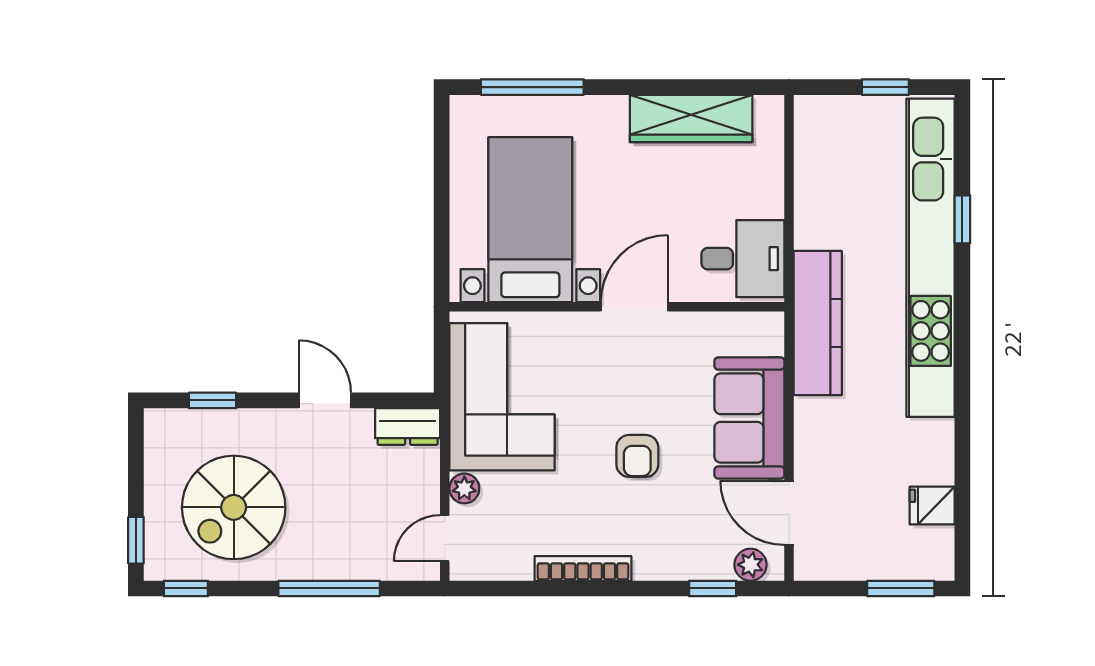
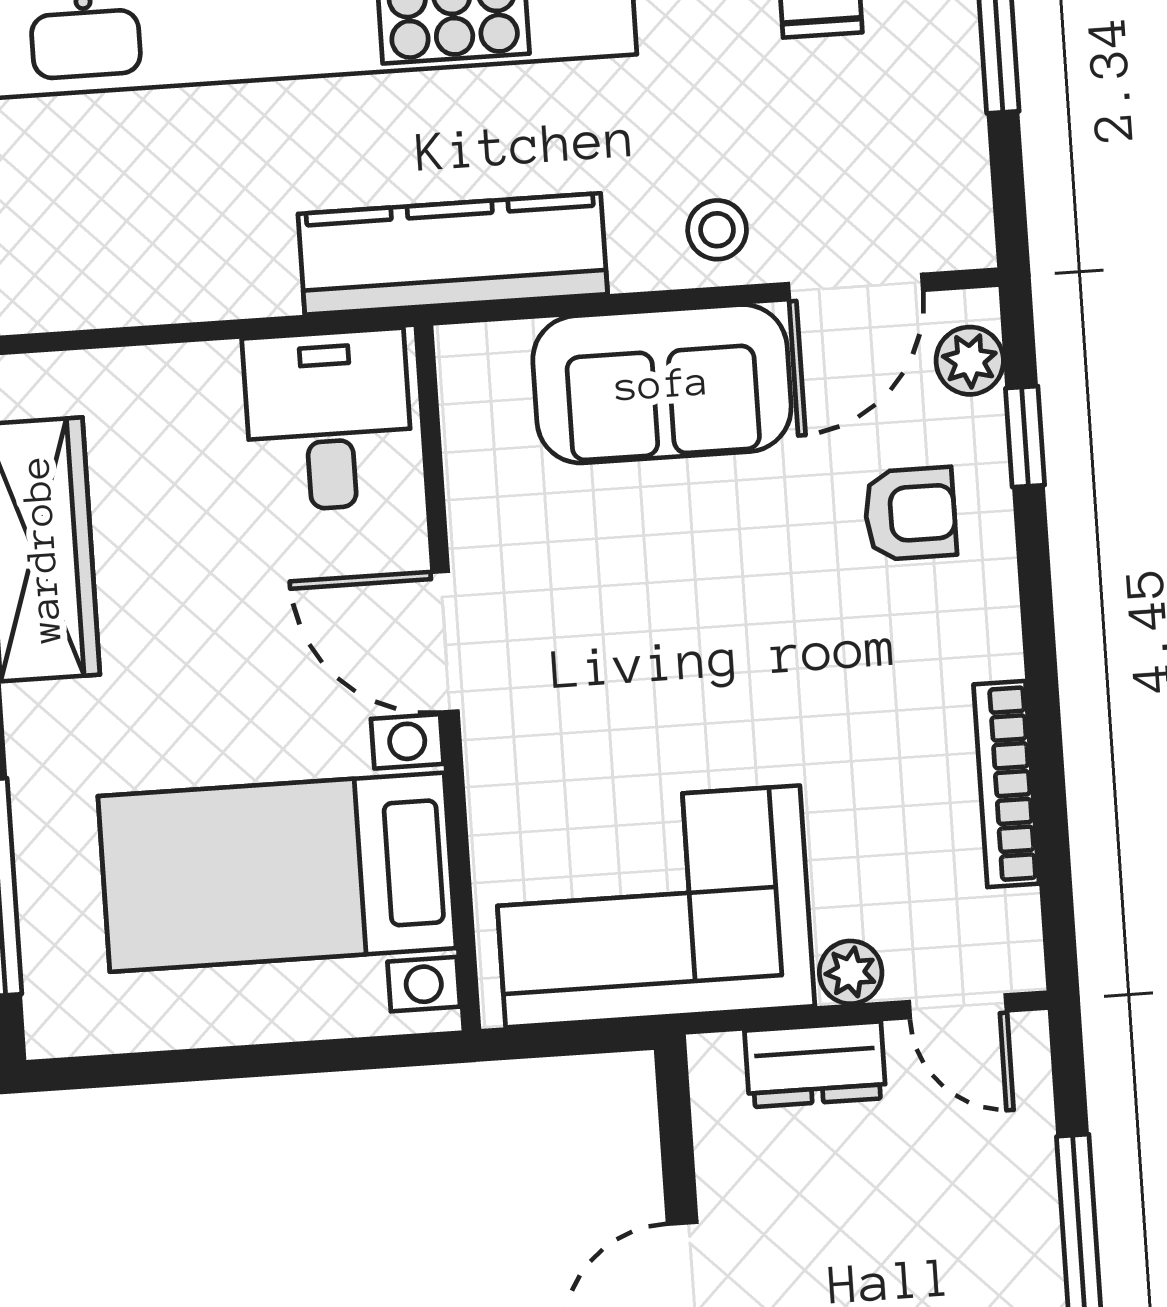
dresser: (408, 426) -> (815, 1064), moved, turned 90
stool: (821, 449) -> (717, 230), added
armchair: (637, 456) -> (910, 514), moved
bookcase: (583, 568) -> (1006, 784), moved

